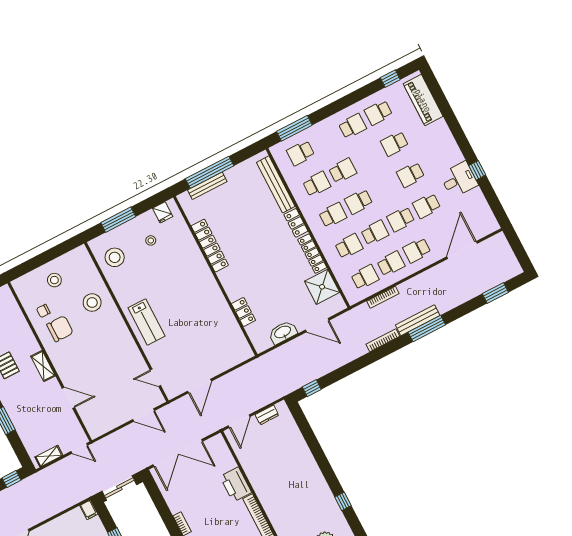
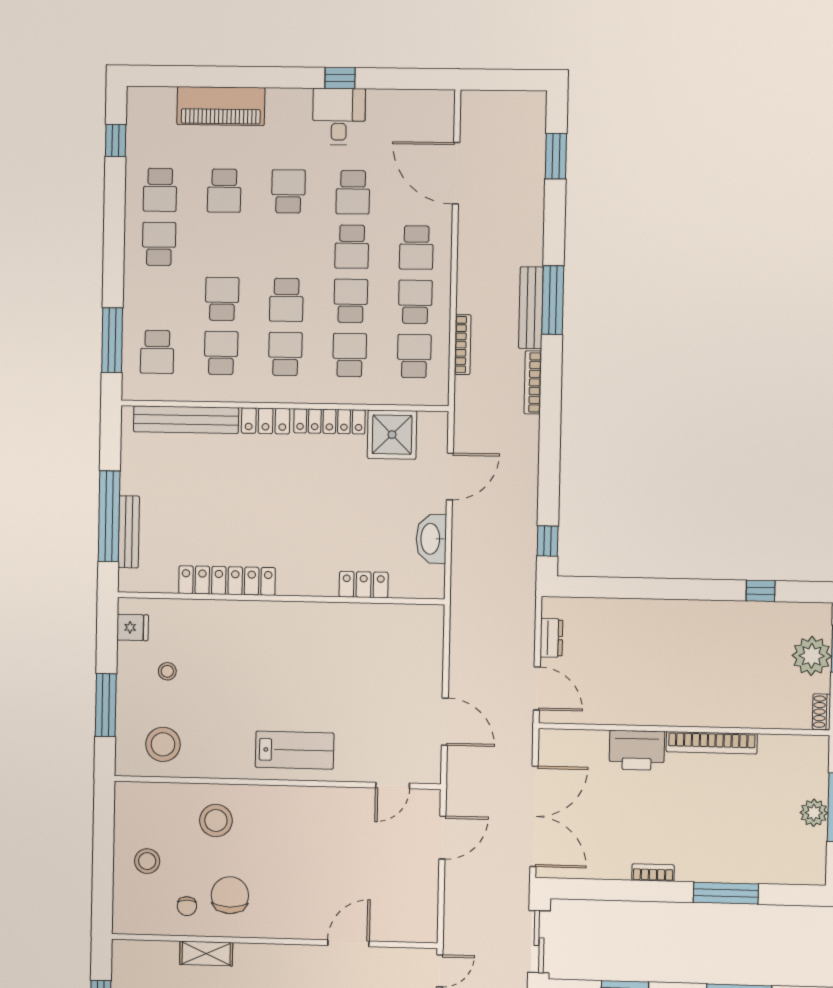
piano: (423, 100) -> (221, 106), moved
school desk: (411, 175) -> (288, 191), turned 180
shelving: (43, 366) -> (206, 953), moved

